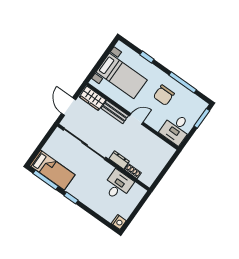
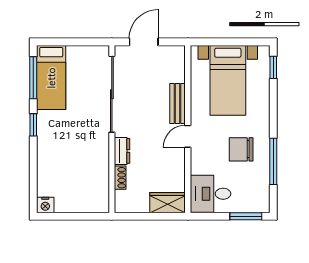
window: (147, 57) -> (273, 67), moved
wardrobe: (93, 98) -> (167, 203), moved, turned 90
door: (136, 119) -> (188, 136), swing flipped
desk: (118, 185) -> (90, 172), removed

